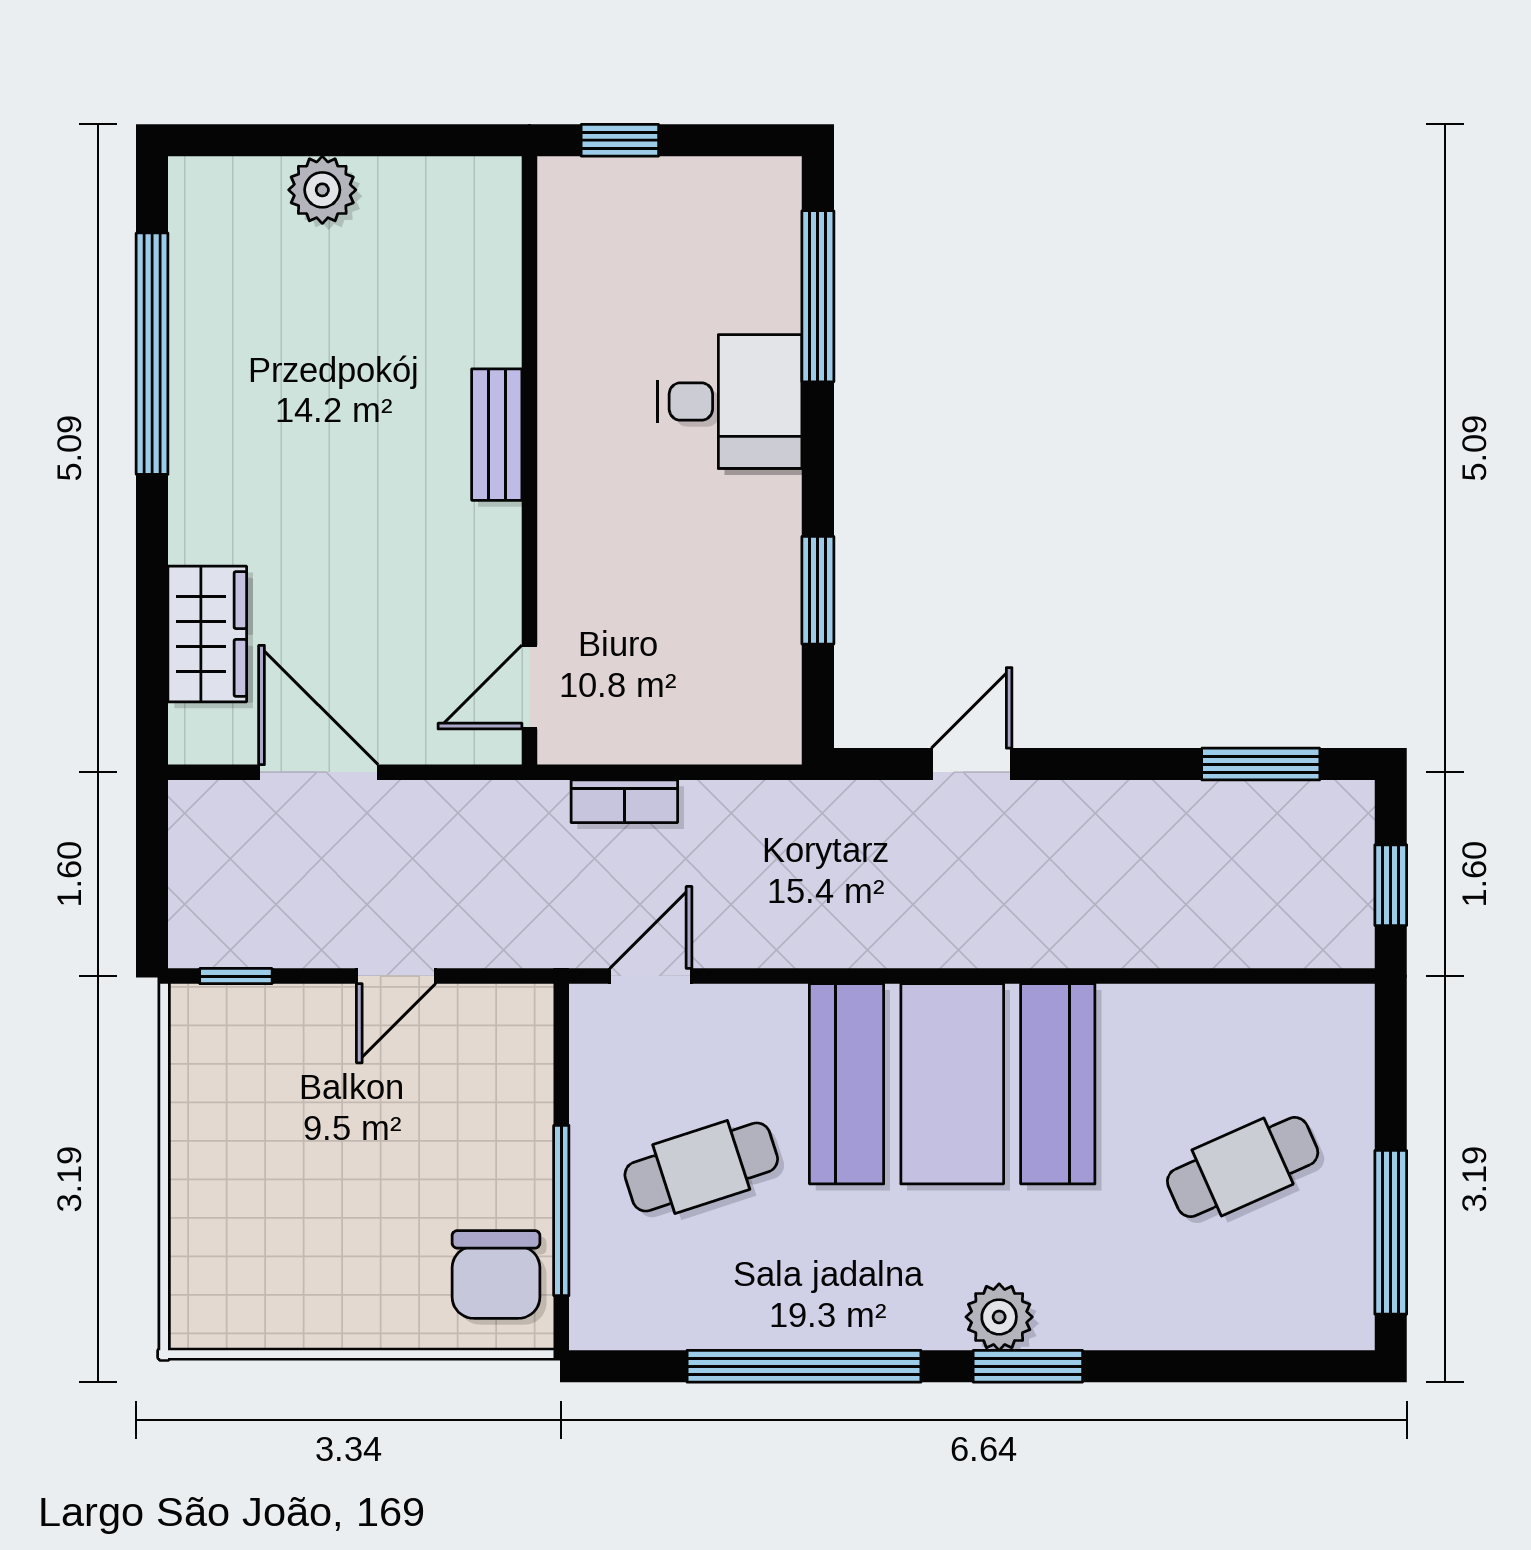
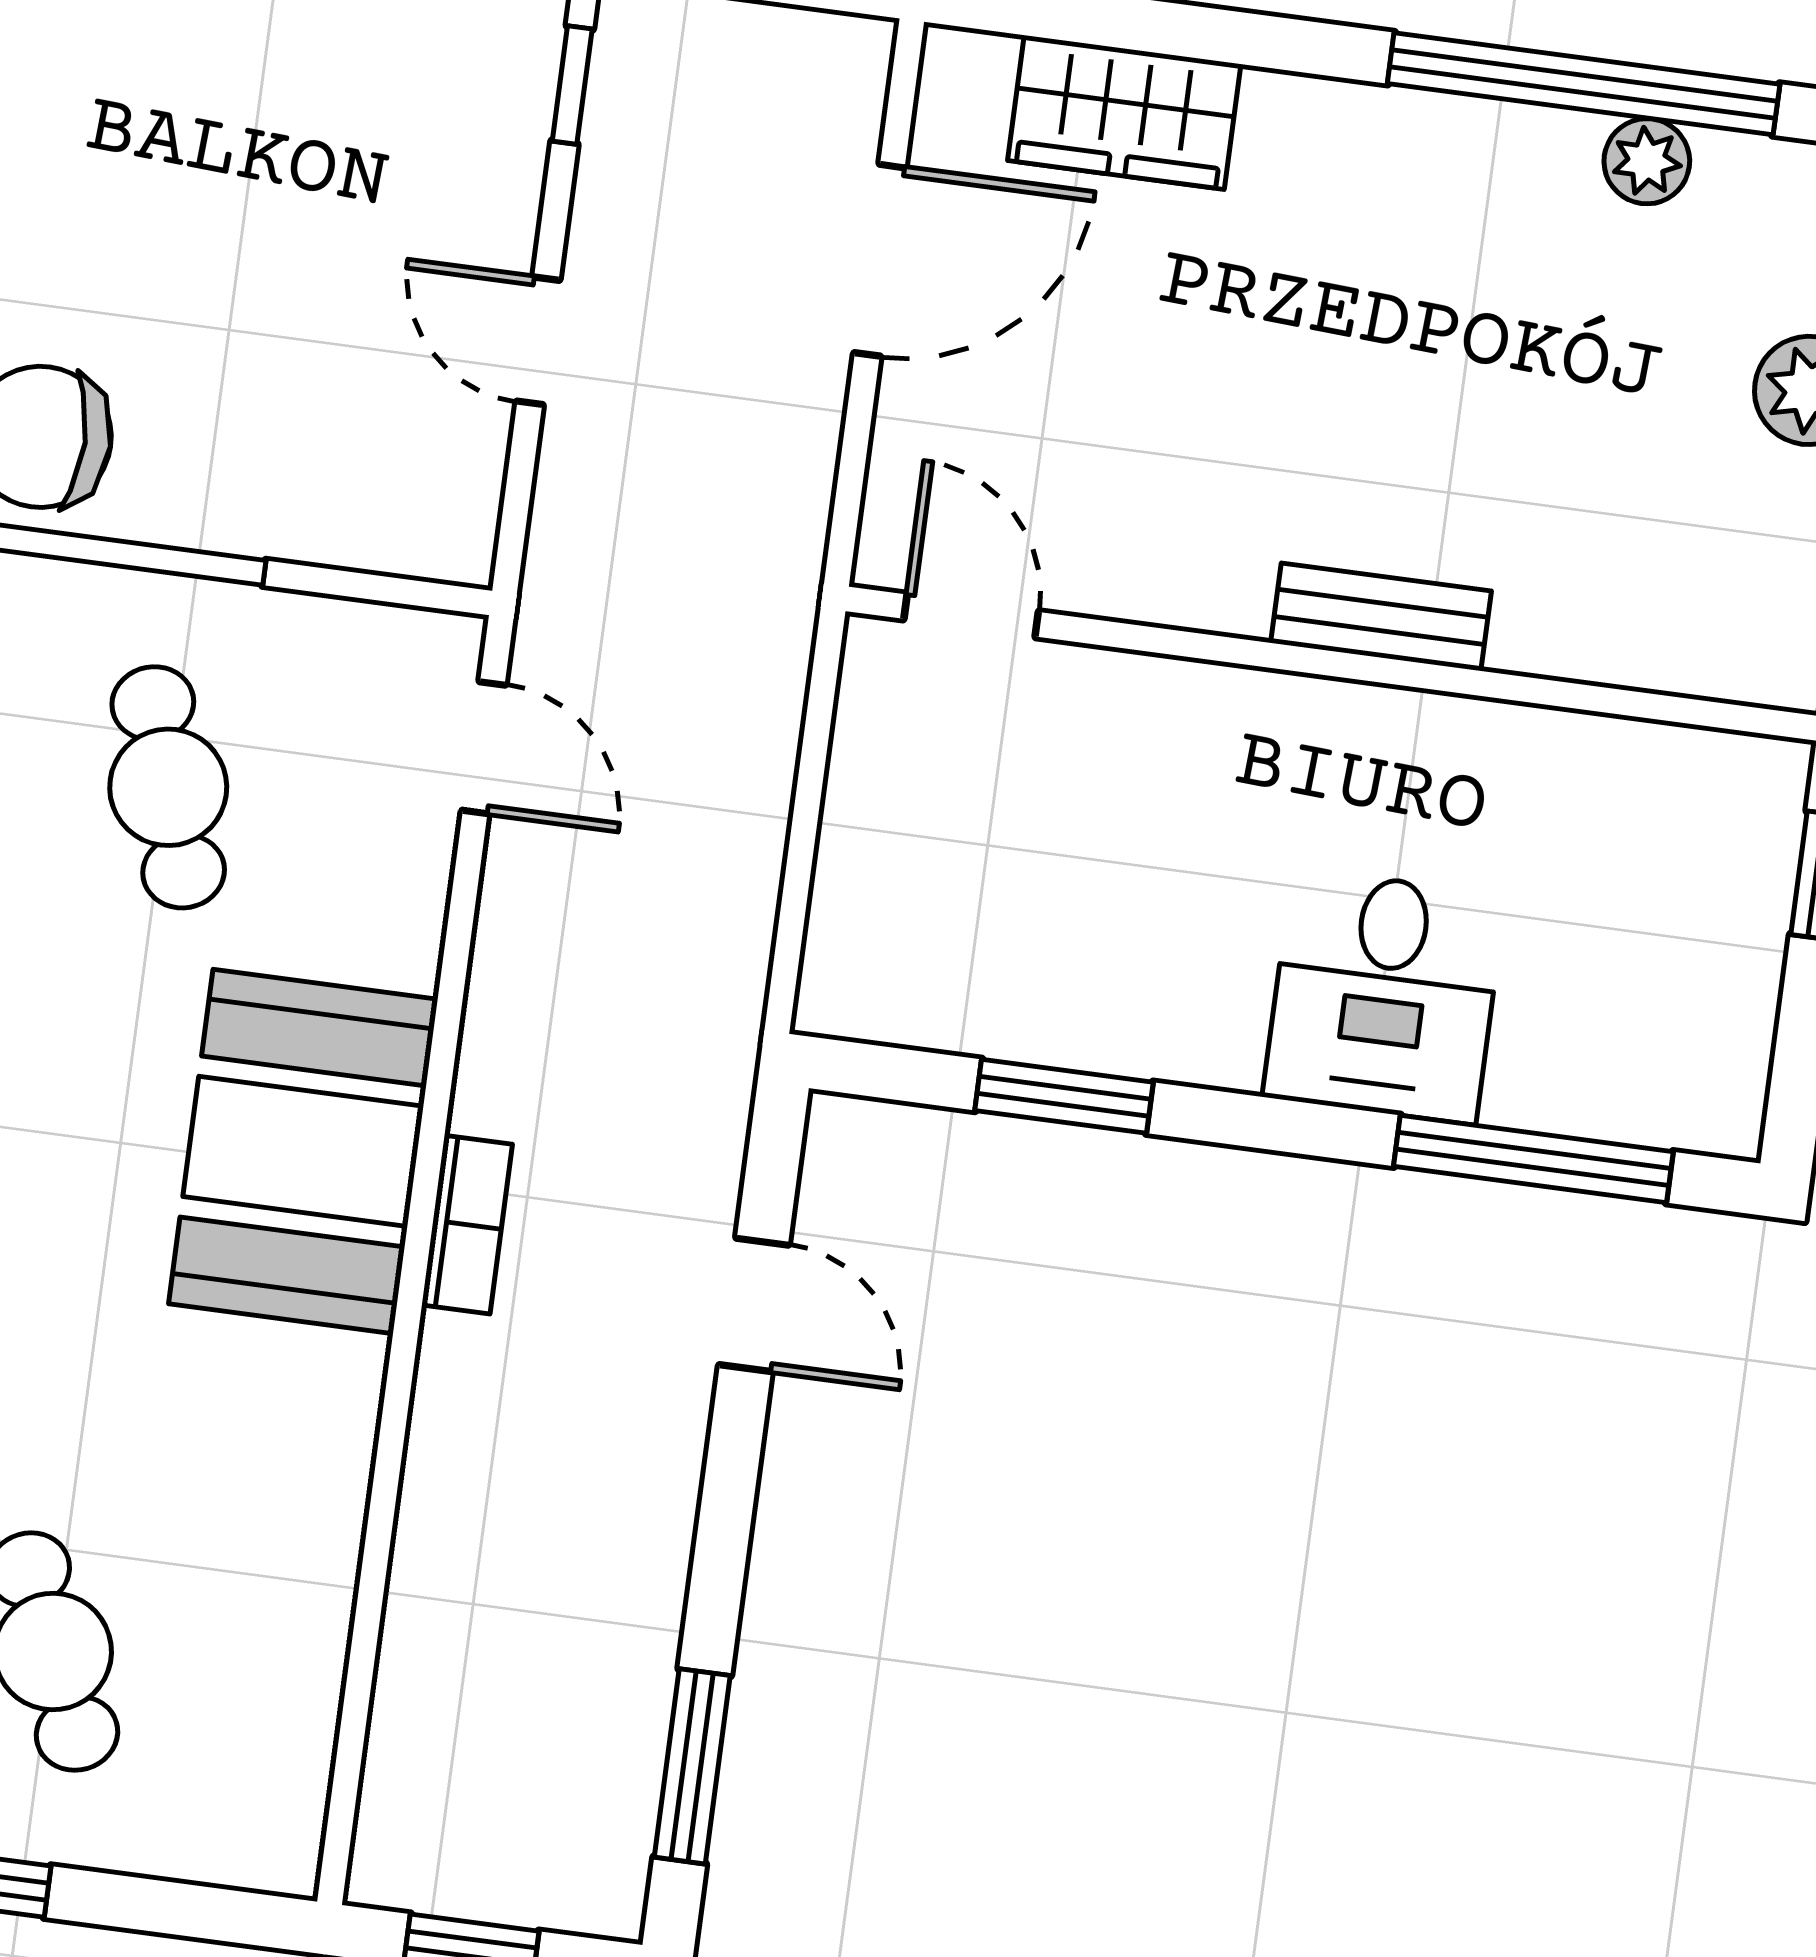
plant: (194, 308) -> (1647, 161), added
bookcase: (624, 801) -> (467, 1225), moved, turned 180
booth: (952, 1084) -> (303, 1151), width x0.73, depth x0.70

